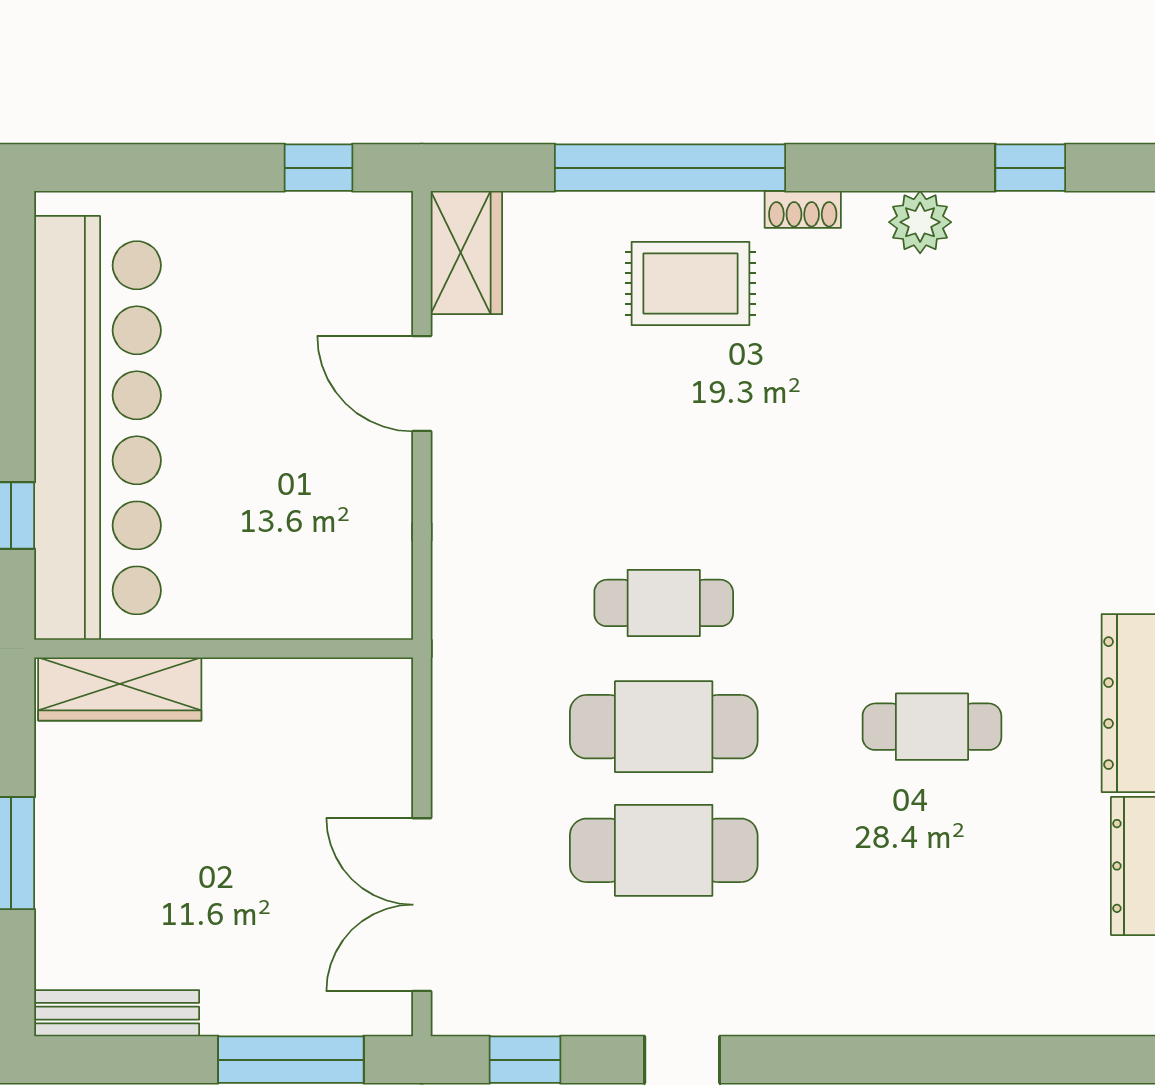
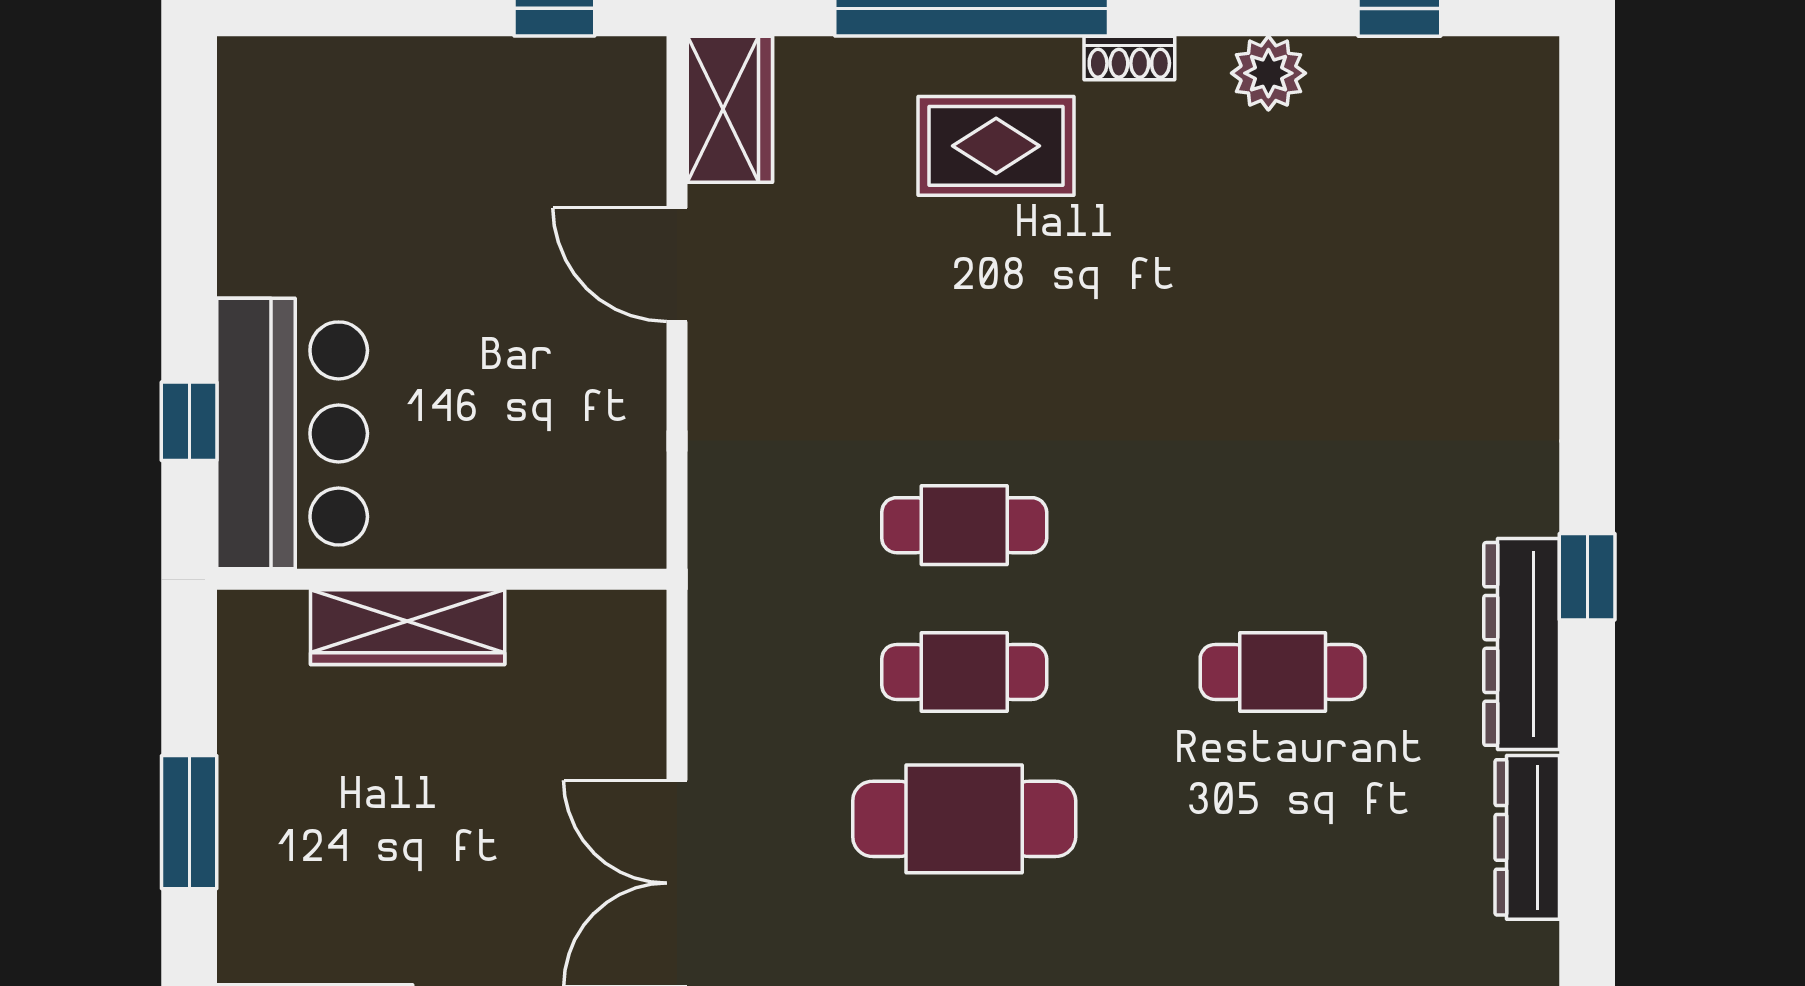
bar counter: (97, 428) -> (292, 433), width x0.54
wardrobe: (120, 689) -> (408, 627), moved
cafe table: (664, 727) -> (964, 672), width x0.73, depth x0.74

